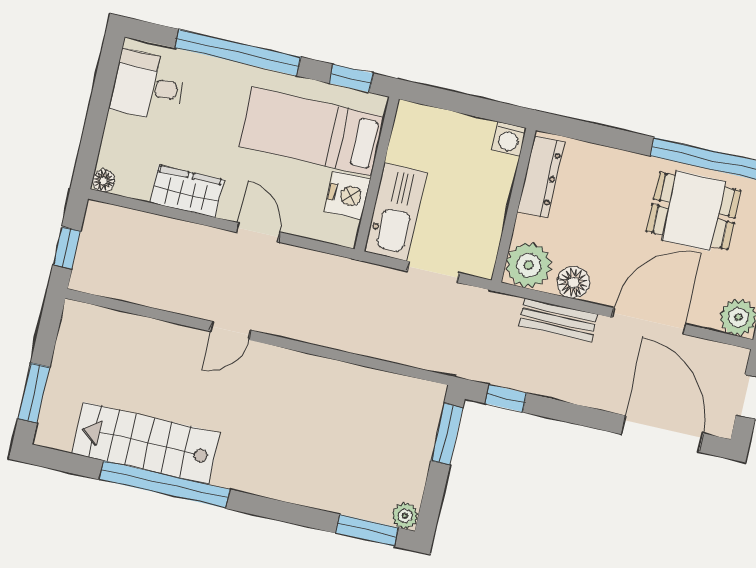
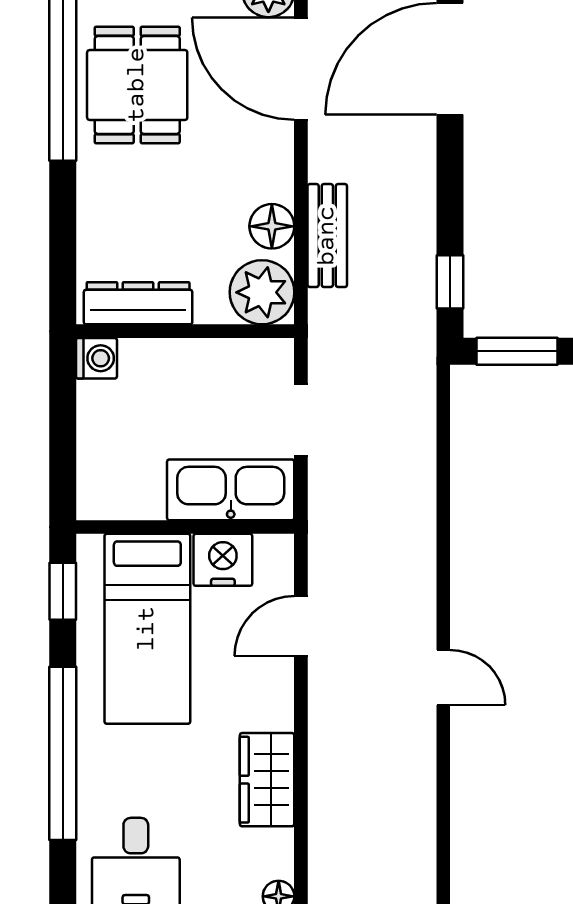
door: (258, 232) -> (301, 626), moved
door: (649, 321) -> (301, 69), moved

